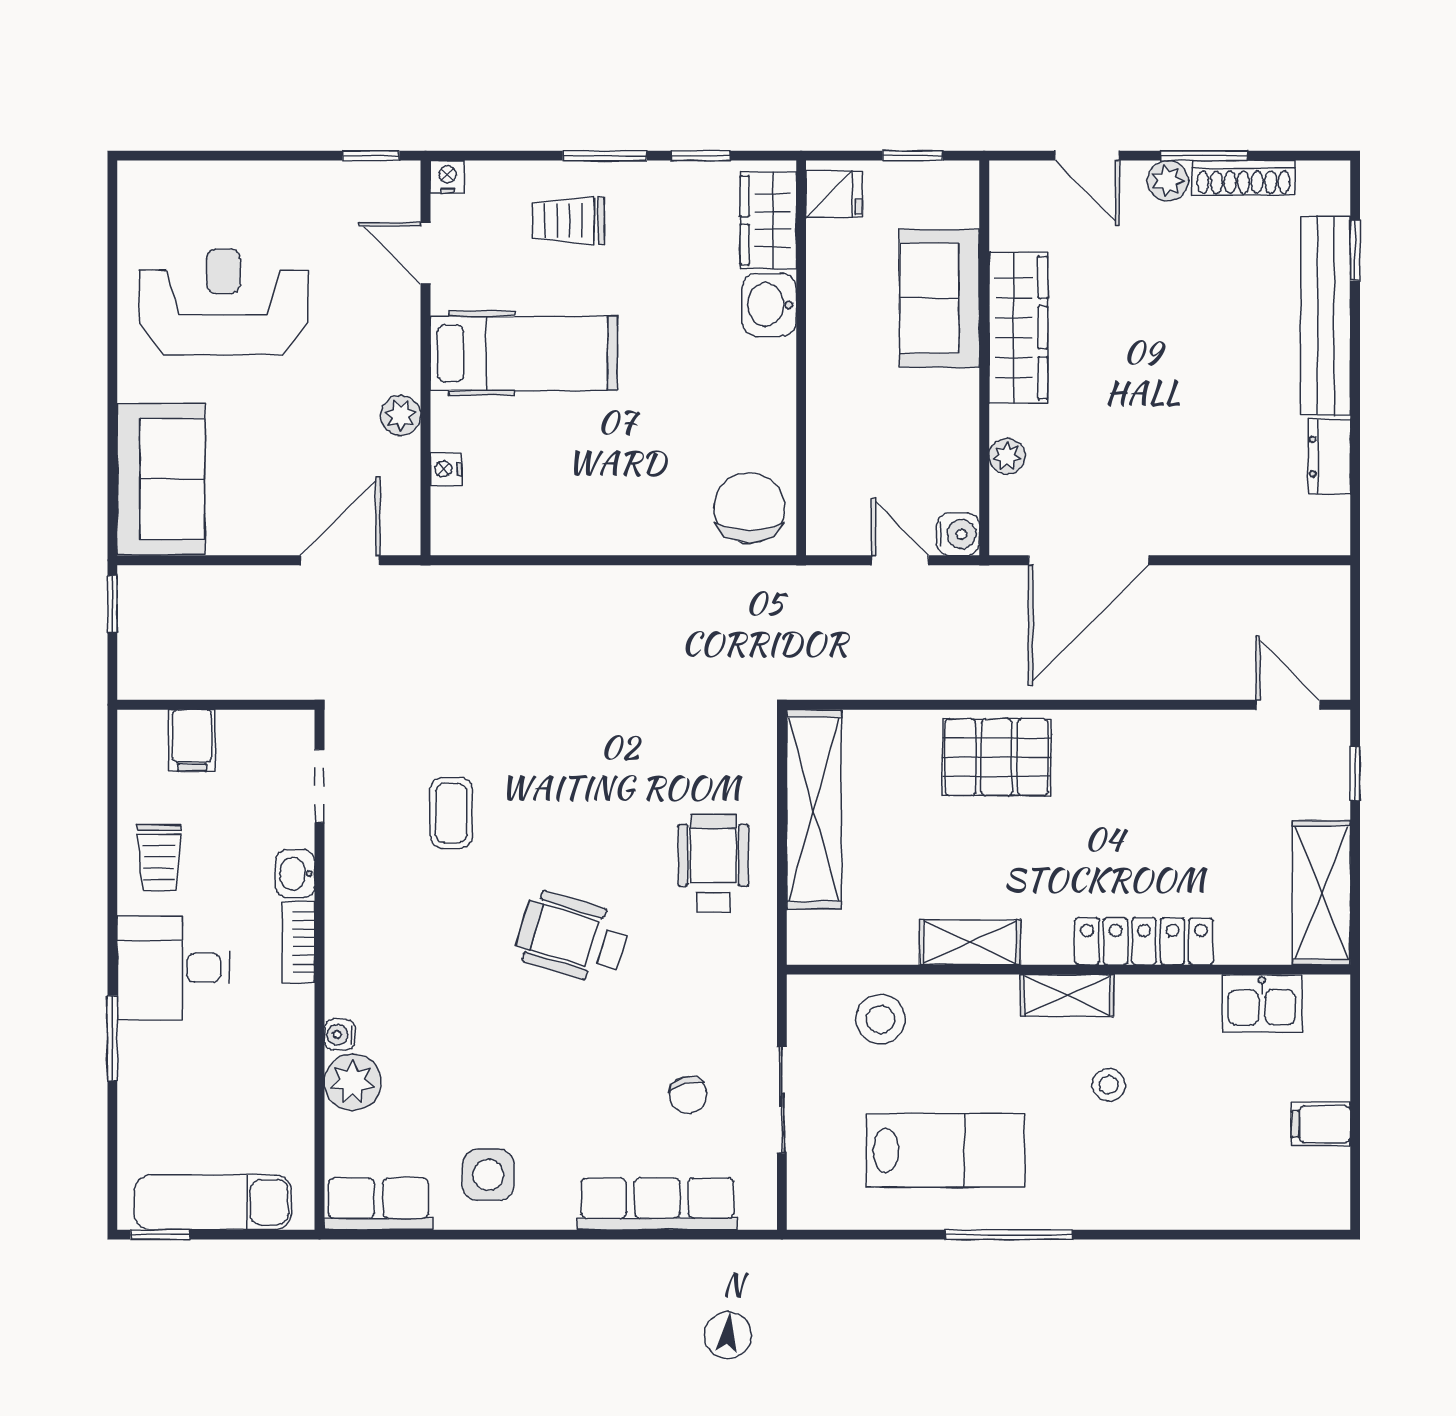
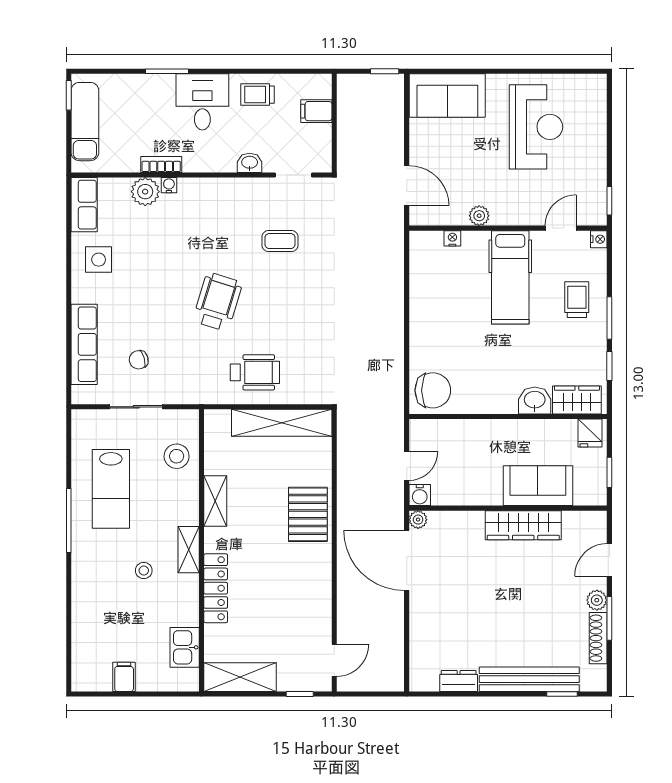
plant: (1007, 456) -> (418, 520), moved
bookcase: (298, 942) -> (161, 164), moved

